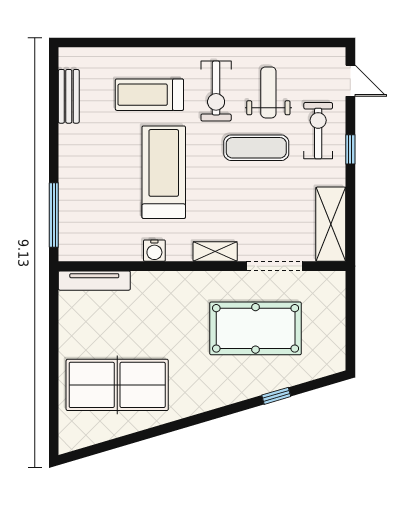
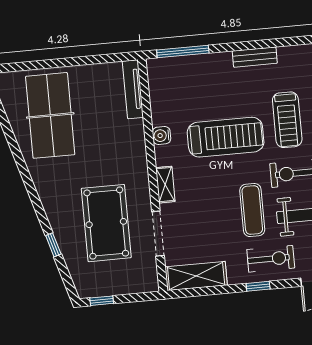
treadmill: (149, 95) -> (287, 120), turned 180
bench: (69, 96) -> (255, 57), moved
window: (350, 343) -> (102, 301), added

